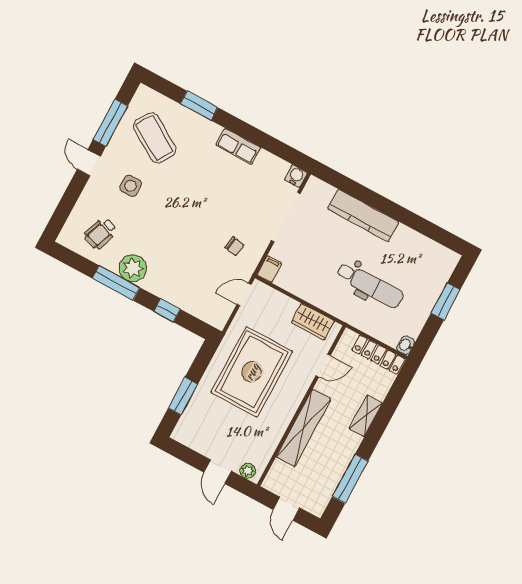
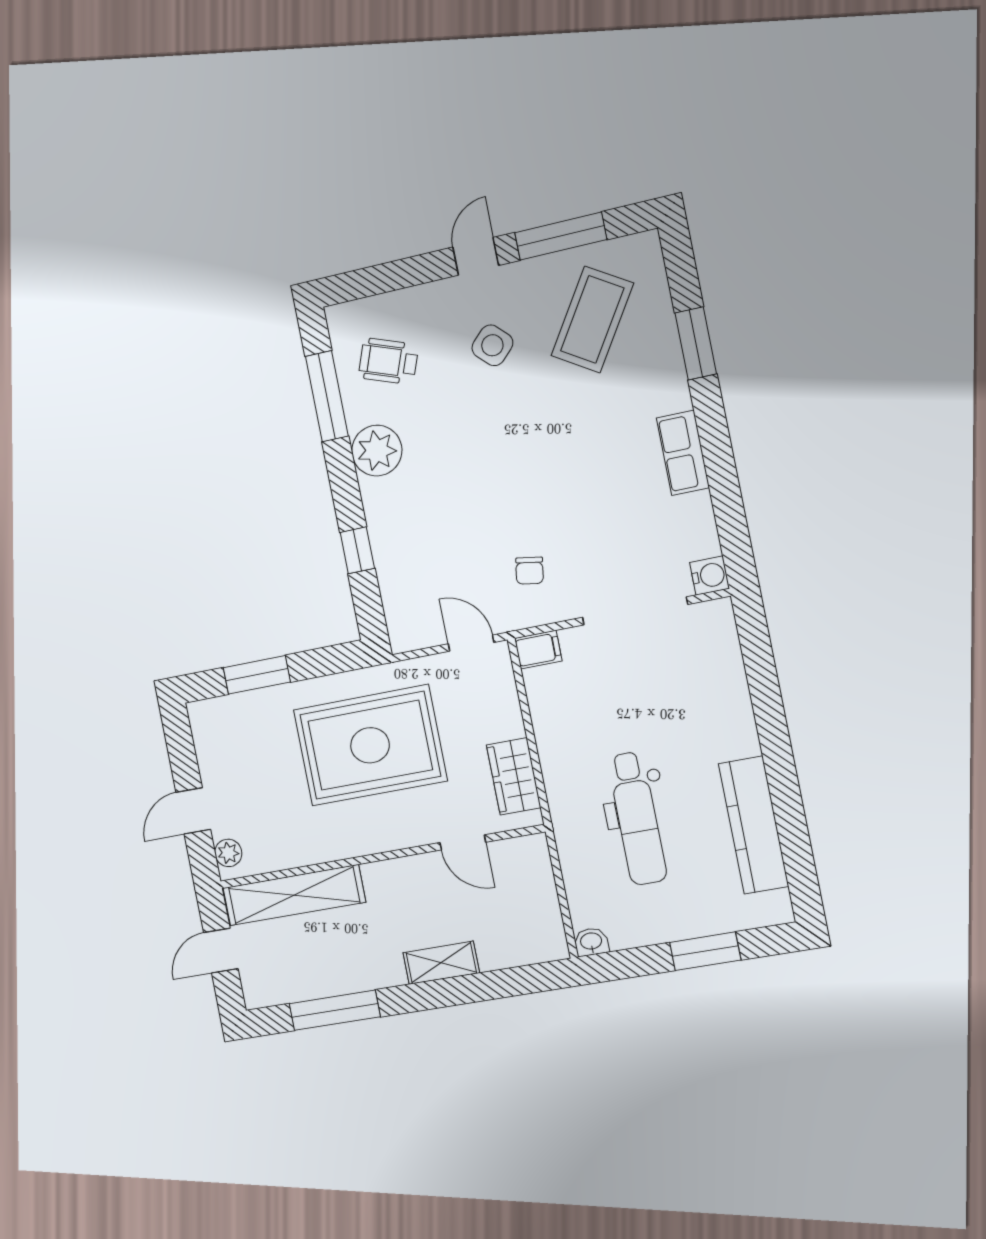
side table: (131, 186) -> (492, 345), turned 45
kitchen counter: (363, 215) -> (754, 825), moved
window: (116, 283) -> (327, 396), moved
locker: (378, 355) -> (545, 912), removed
shelving: (304, 428) -> (294, 895), moved

